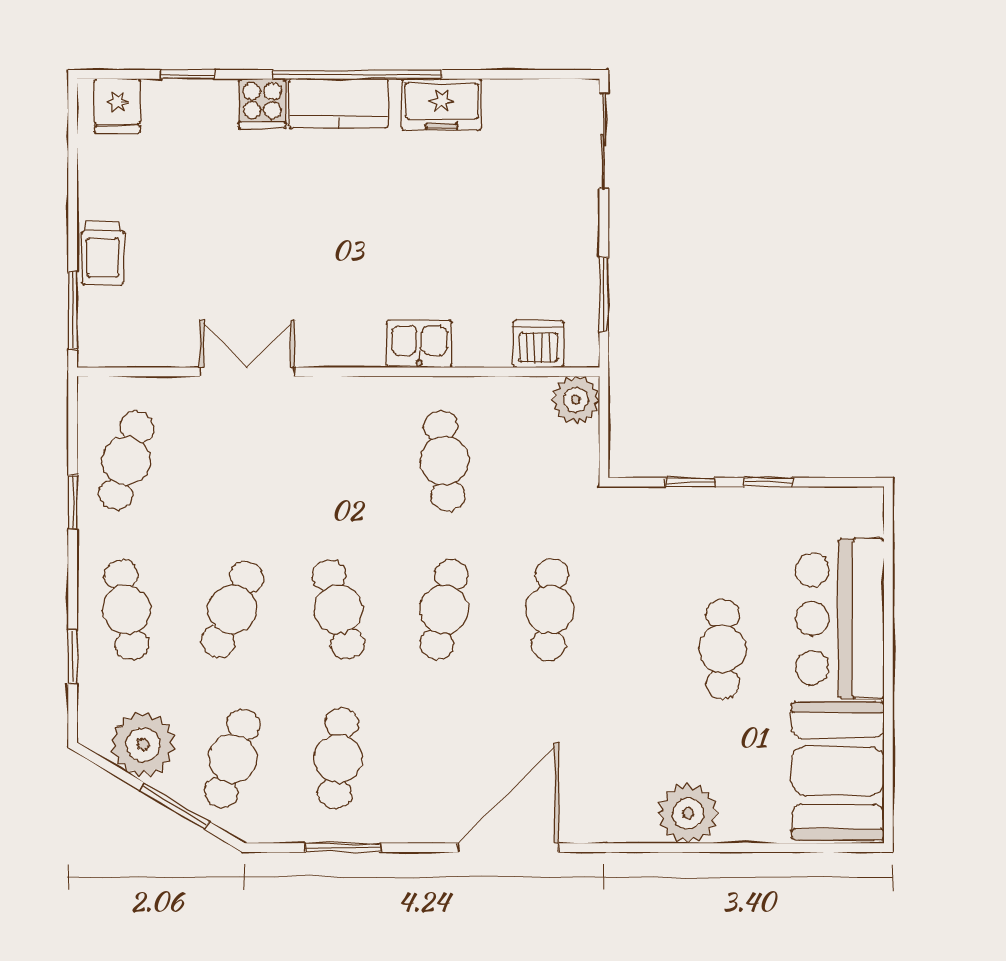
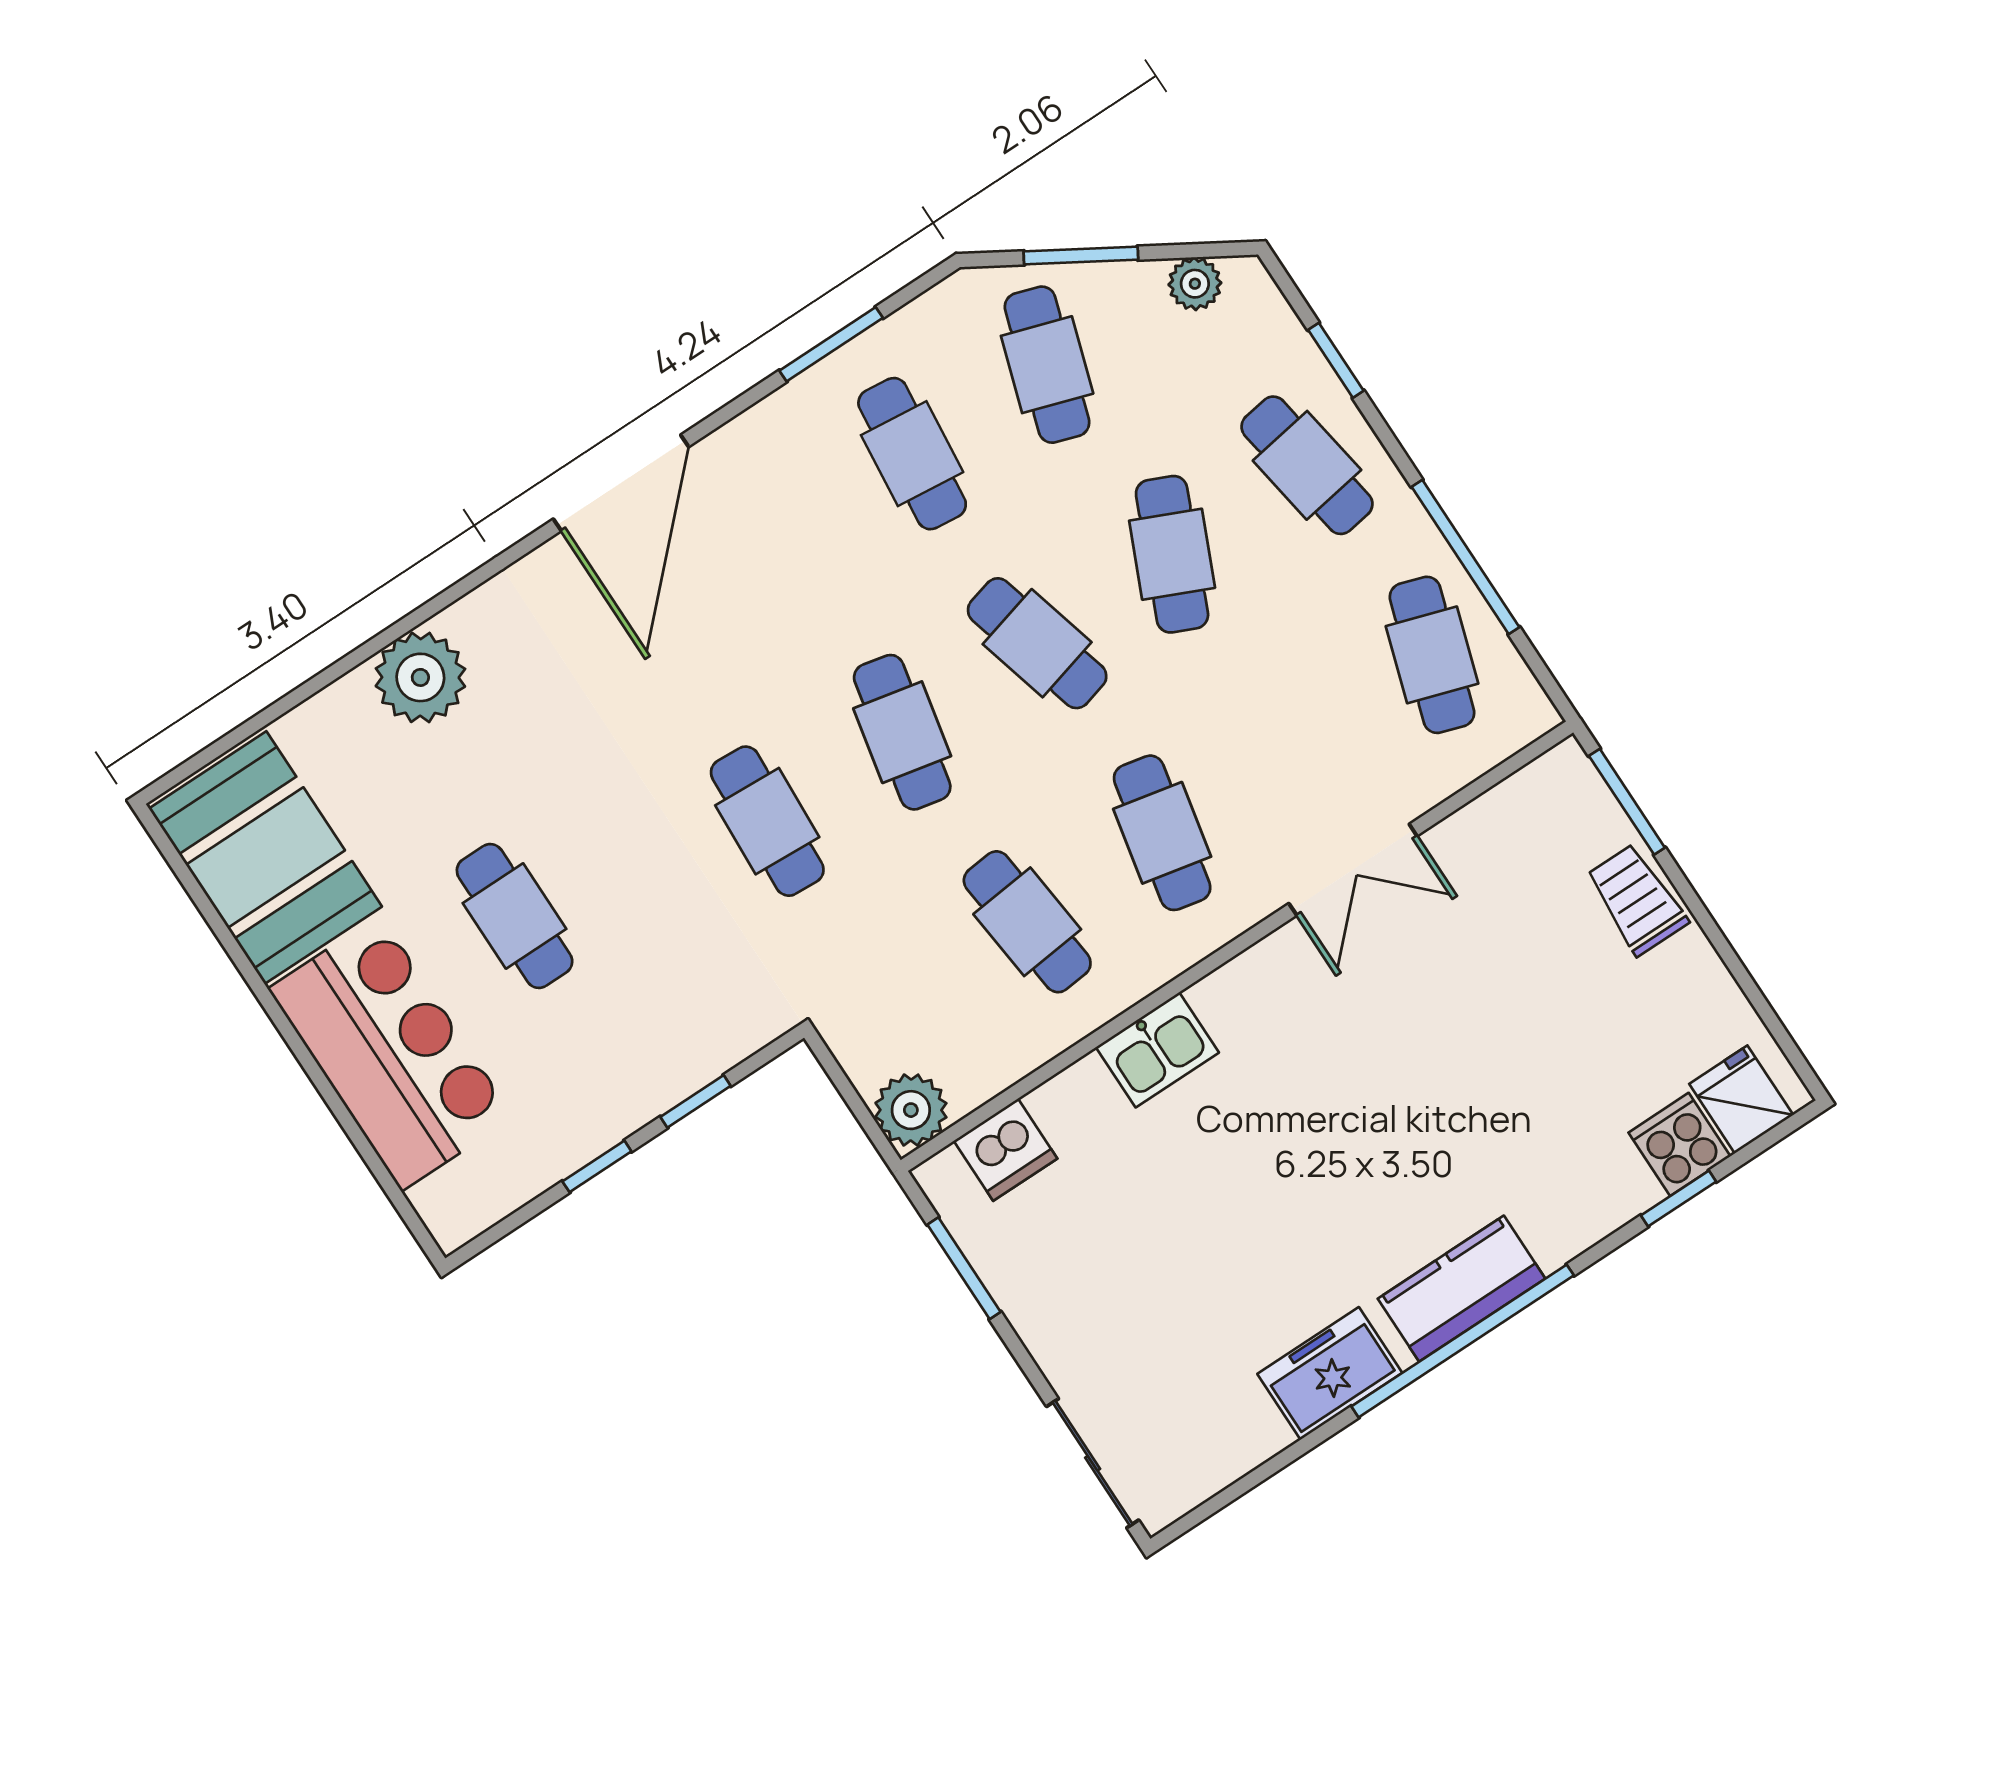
cooker: (262, 104) -> (1679, 1144), moved
cafe table: (338, 461) -> (1162, 833), added
window: (73, 502) -> (1466, 557), width x2.17
plant: (143, 744) -> (1195, 284), width x0.53, depth x0.53

